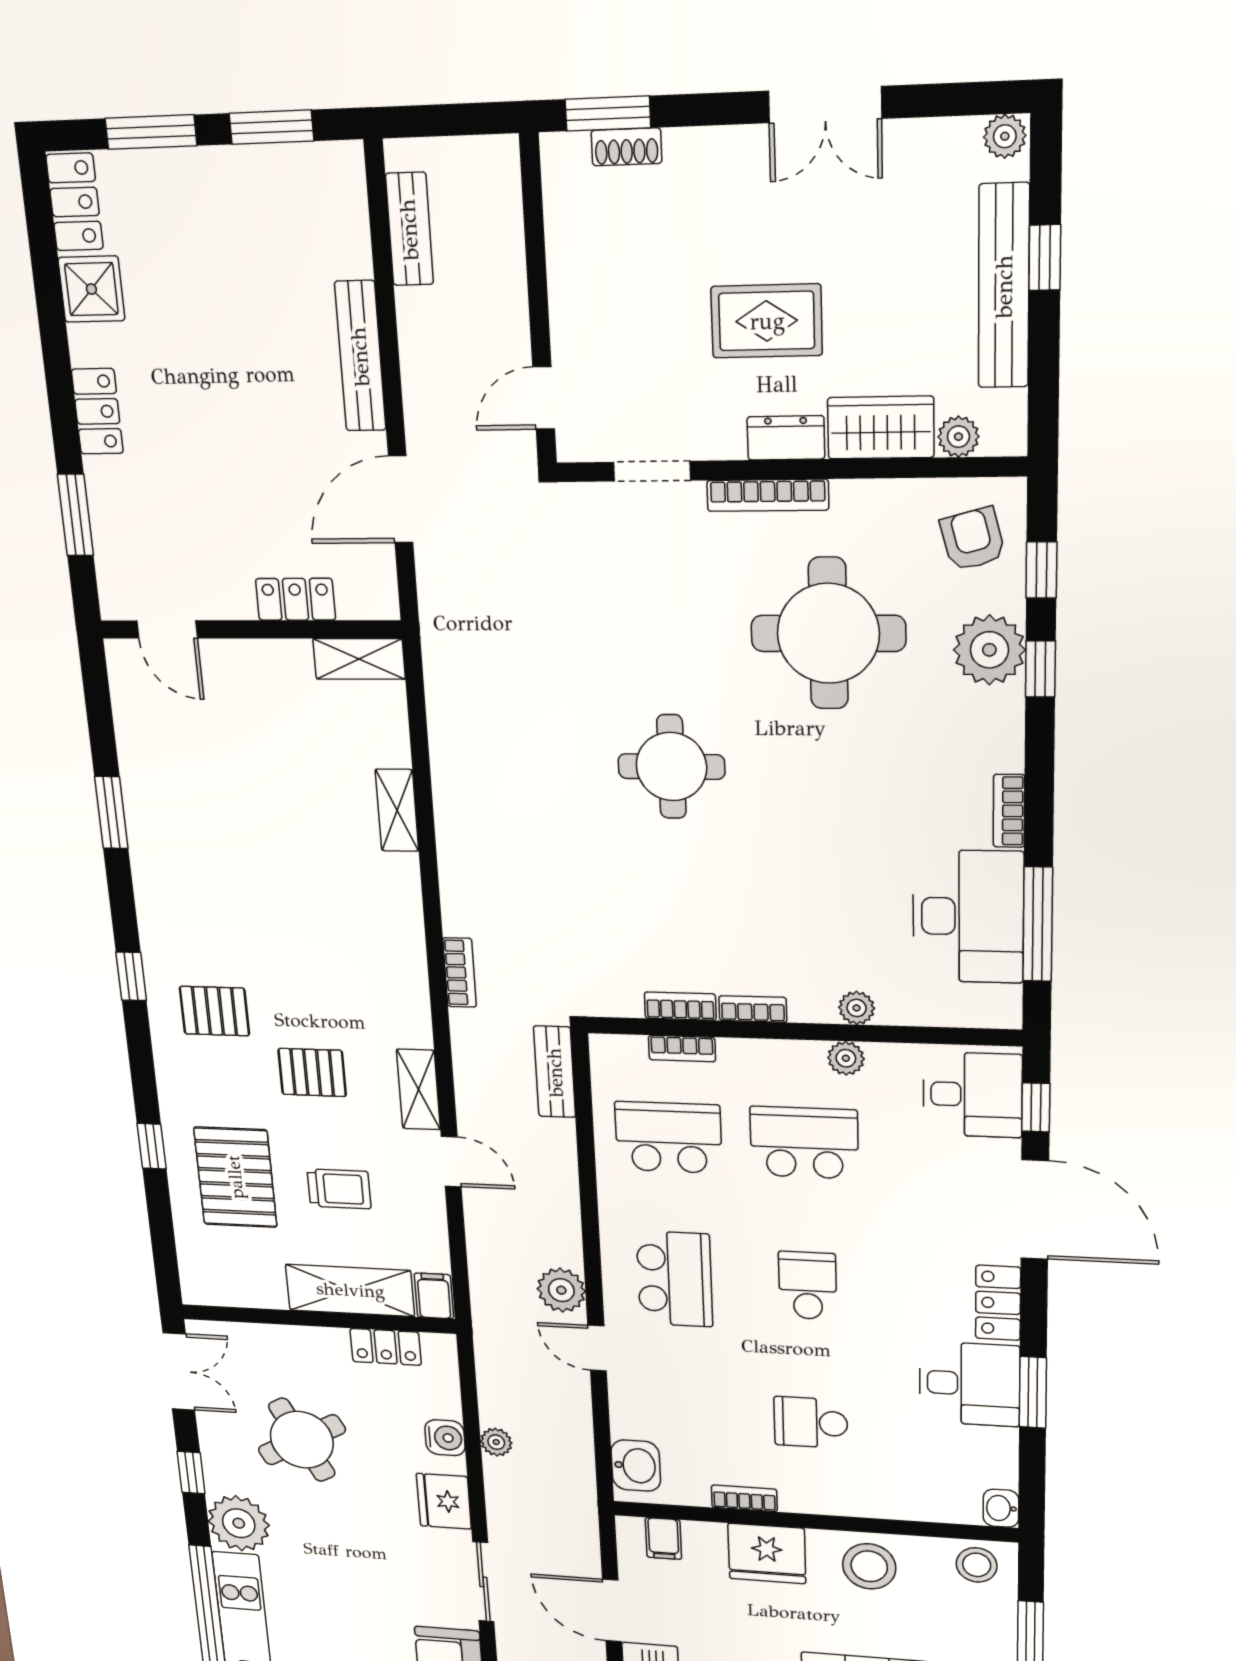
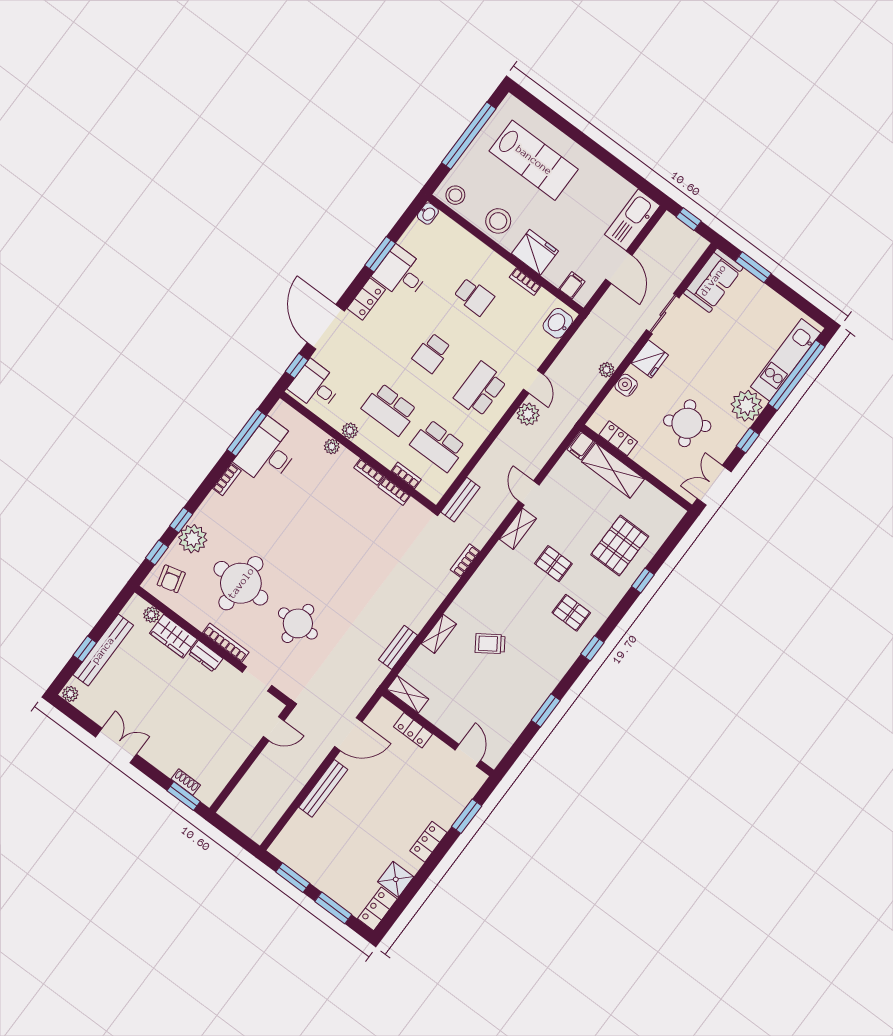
bench: (409, 229) -> (398, 647), moved
rug: (767, 321) -> (184, 696), removed
round table: (671, 767) -> (298, 623), moved
trolley: (339, 1189) -> (490, 644), moved, turned -34

